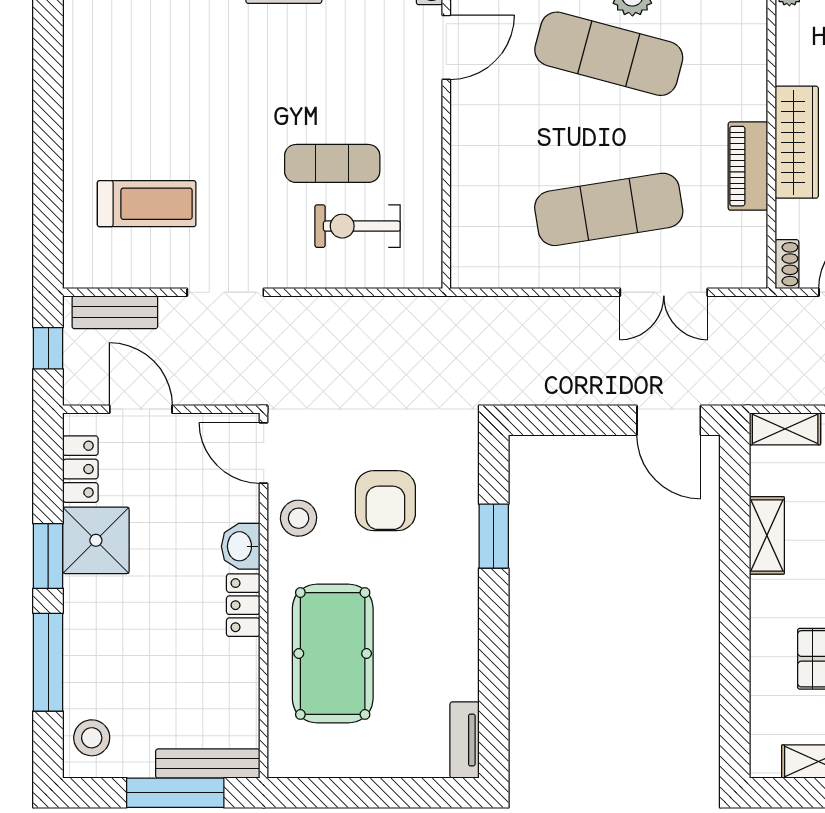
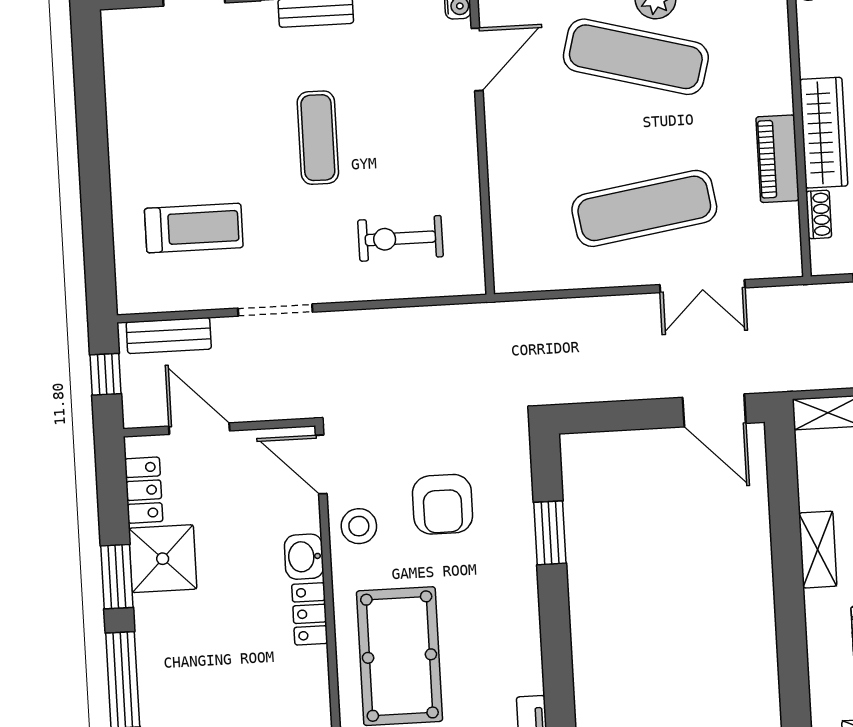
exercise mat: (332, 163) -> (318, 138), moved, turned 90
shoe rack: (787, 264) -> (819, 214), moved
shelving: (767, 535) -> (818, 550), moved

